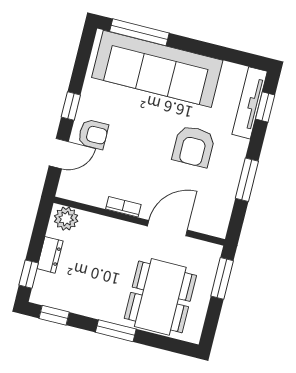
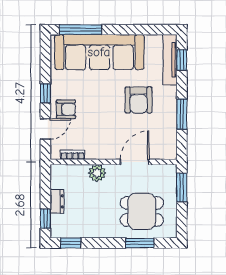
bookcase: (123, 207) -> (73, 155), moved
plant: (66, 219) -> (97, 173), moved
dining table: (160, 297) -> (142, 211), width x0.73
window: (116, 331) -> (140, 243), moved

